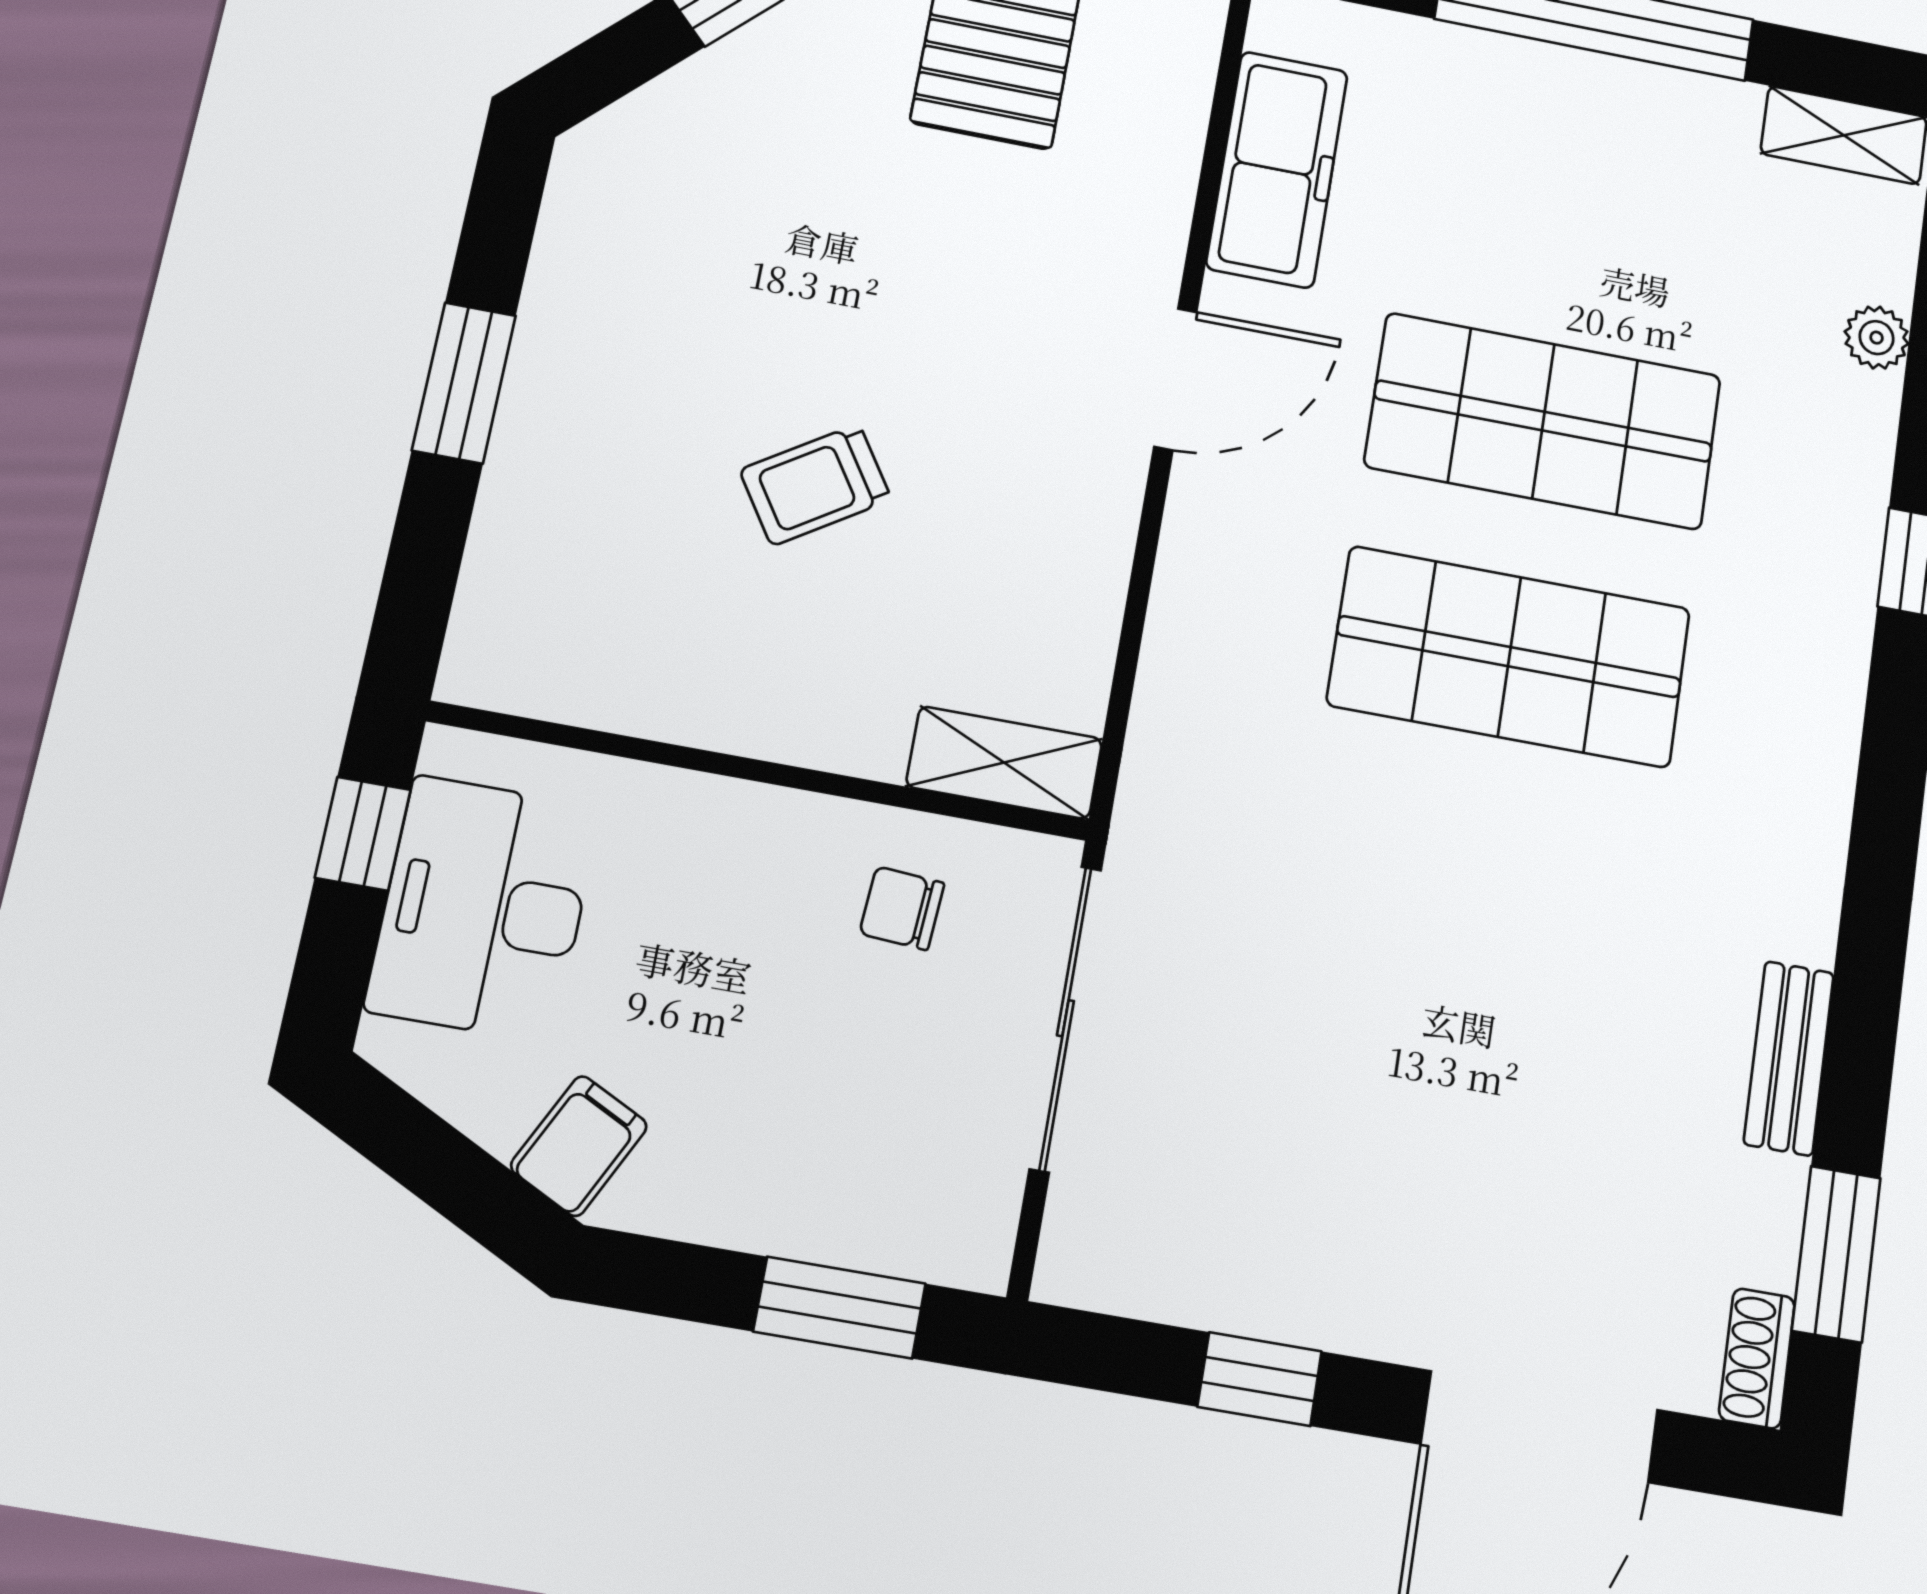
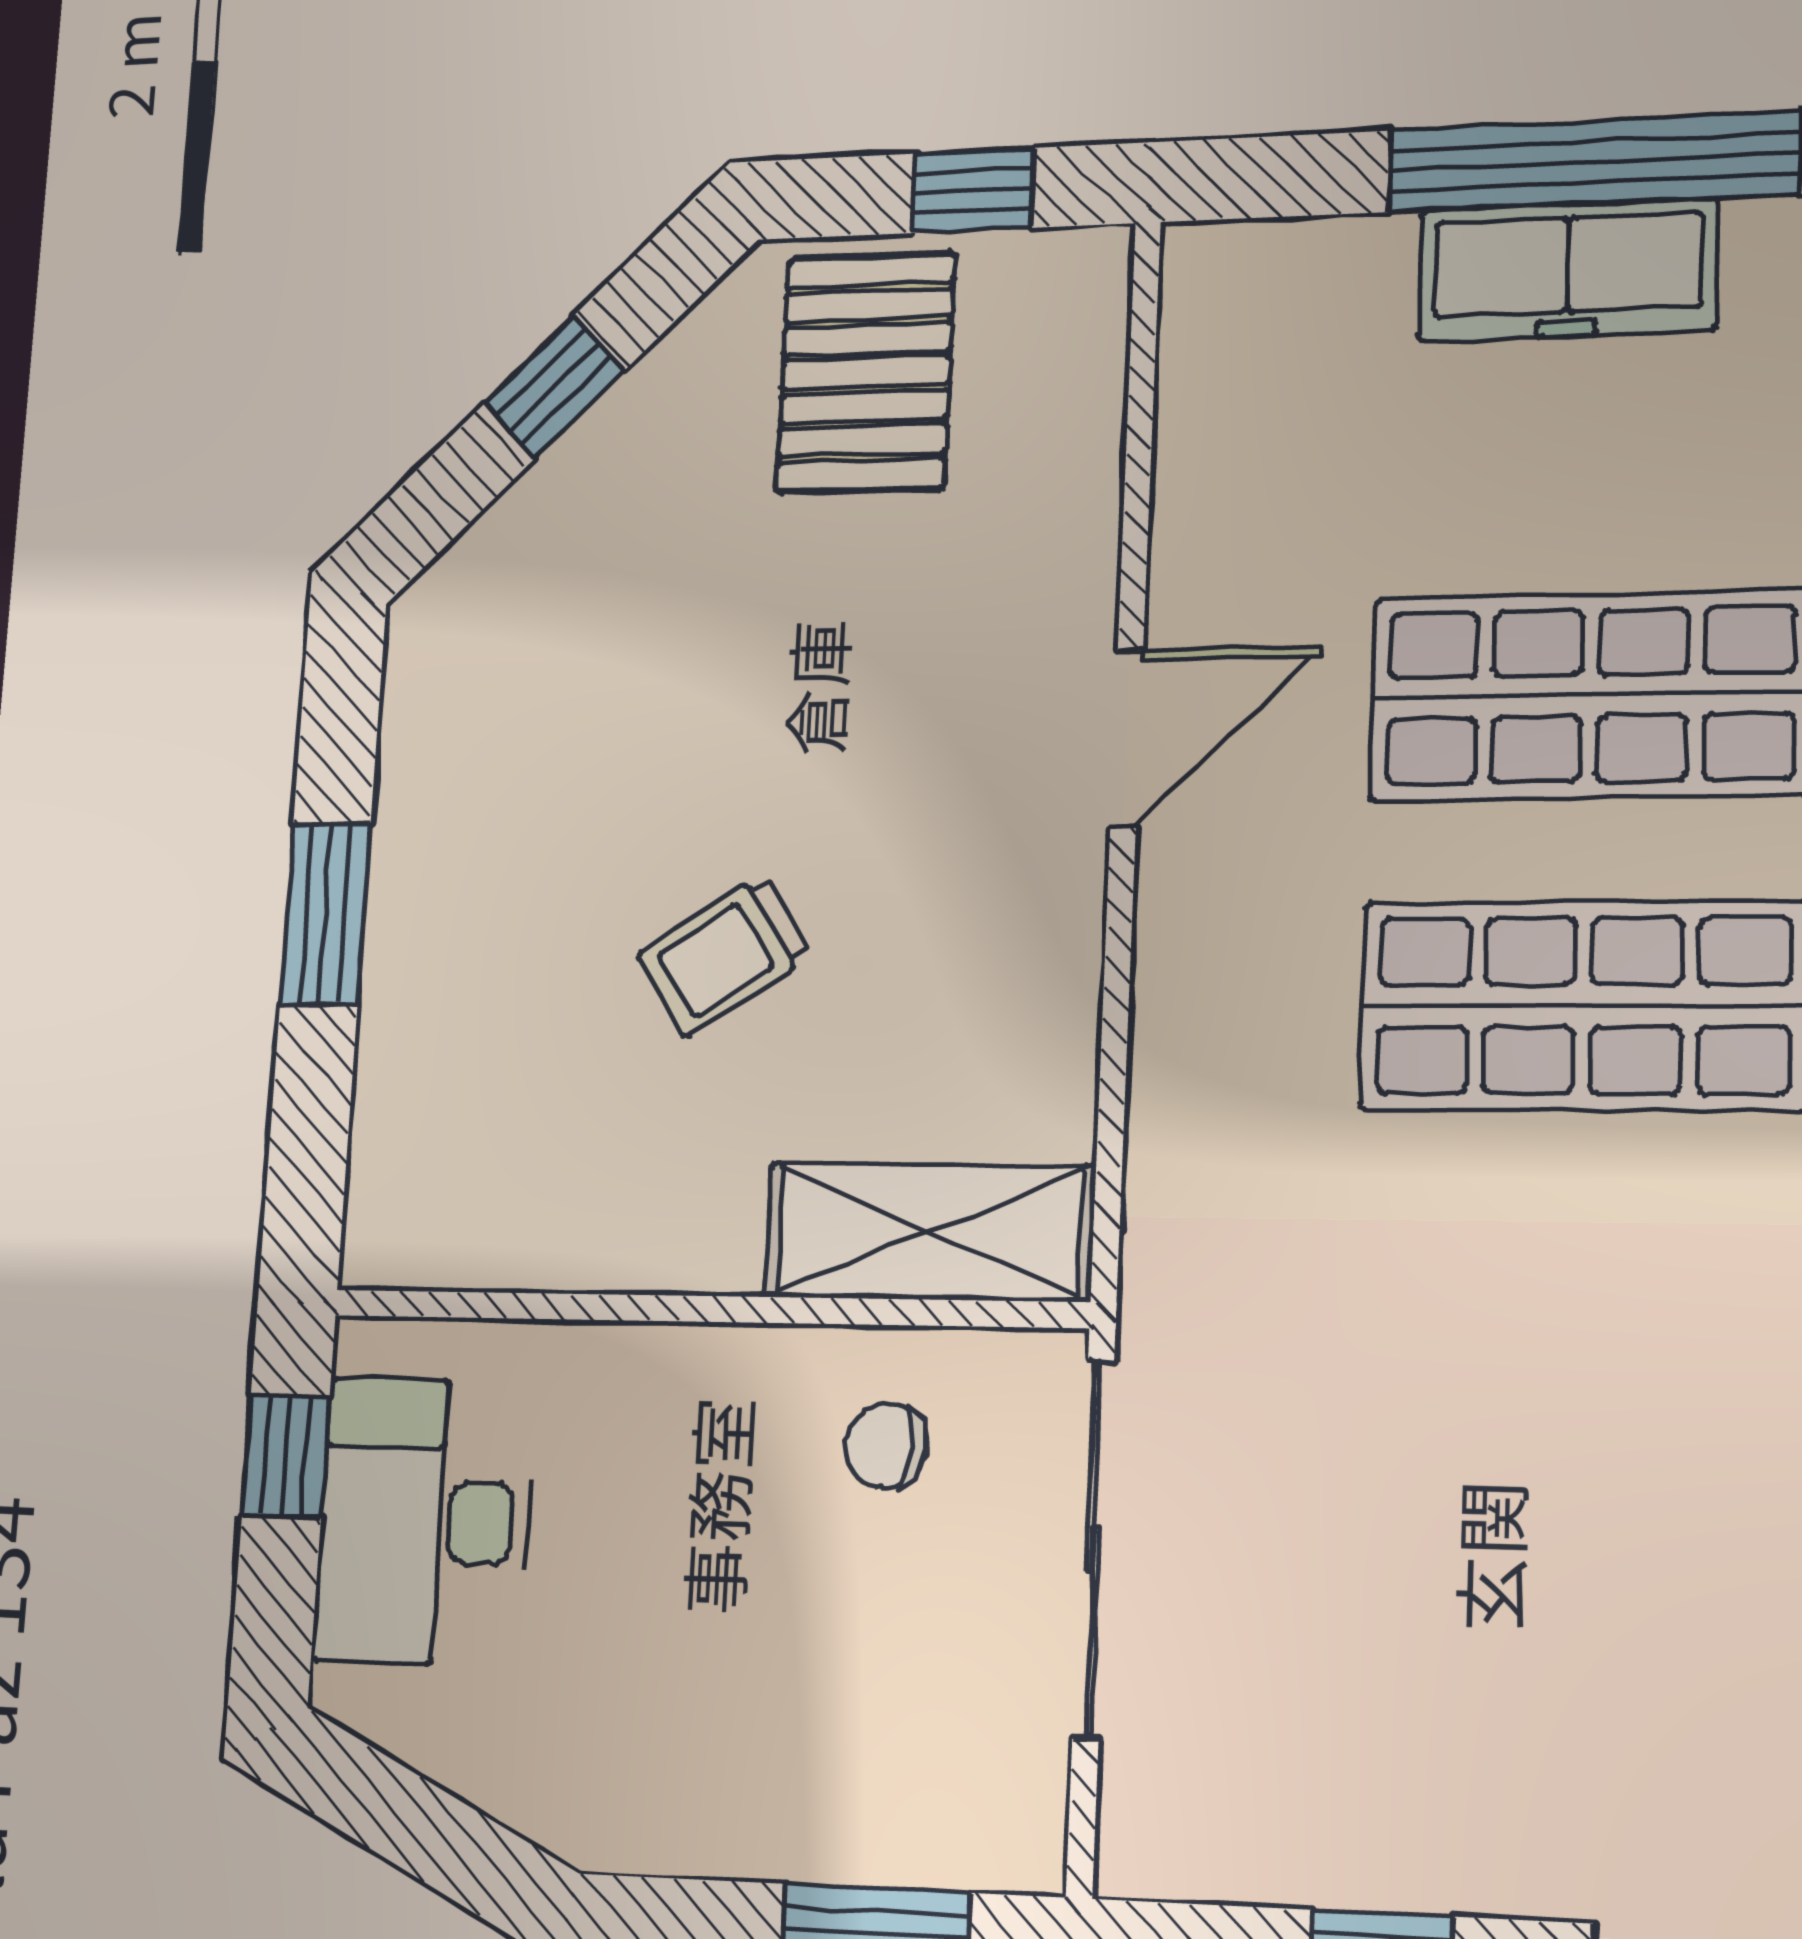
freezer: (1277, 169) -> (1568, 270), moved, turned 90
shelving: (1004, 763) -> (929, 1232), width x1.50, depth x1.33
filing cabinet: (579, 1146) -> (562, 1782), removed

